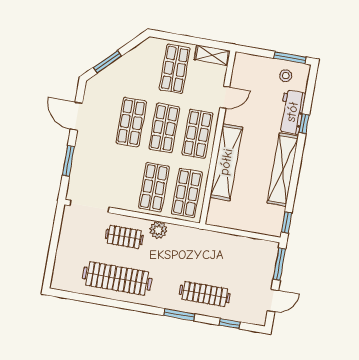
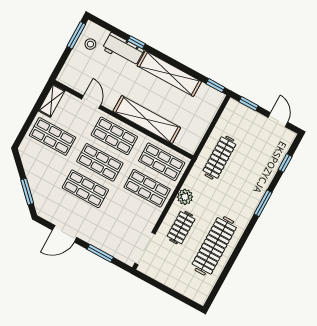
window: (279, 264) -> (249, 104), width x0.67
clothes rail: (205, 294) -> (219, 158), moved

